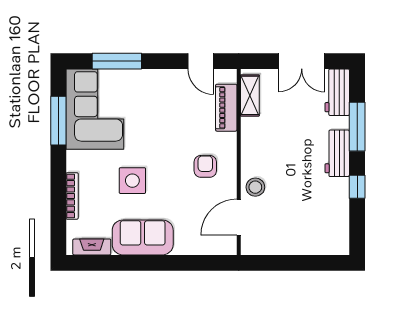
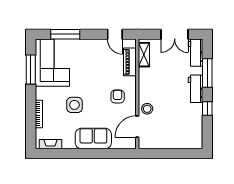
sofa: (143, 237) -> (93, 139), moved

